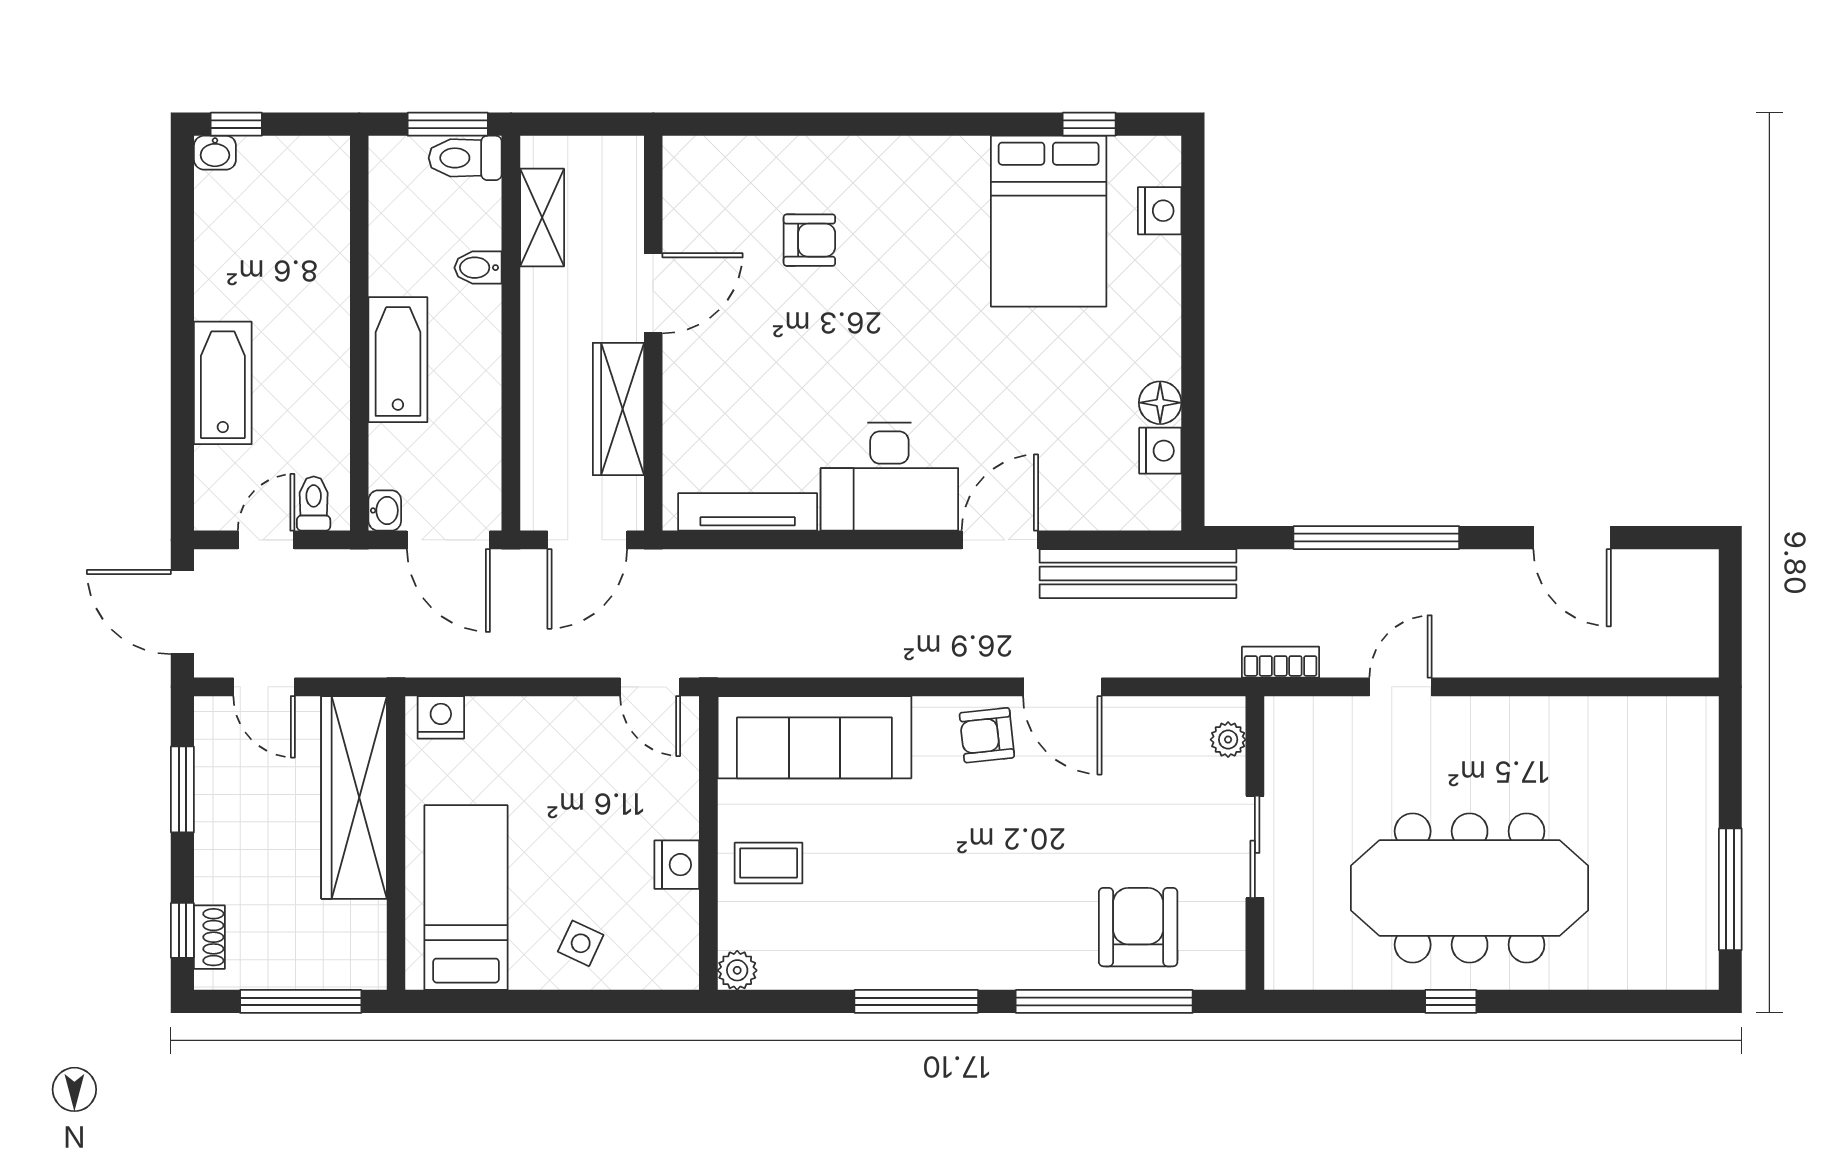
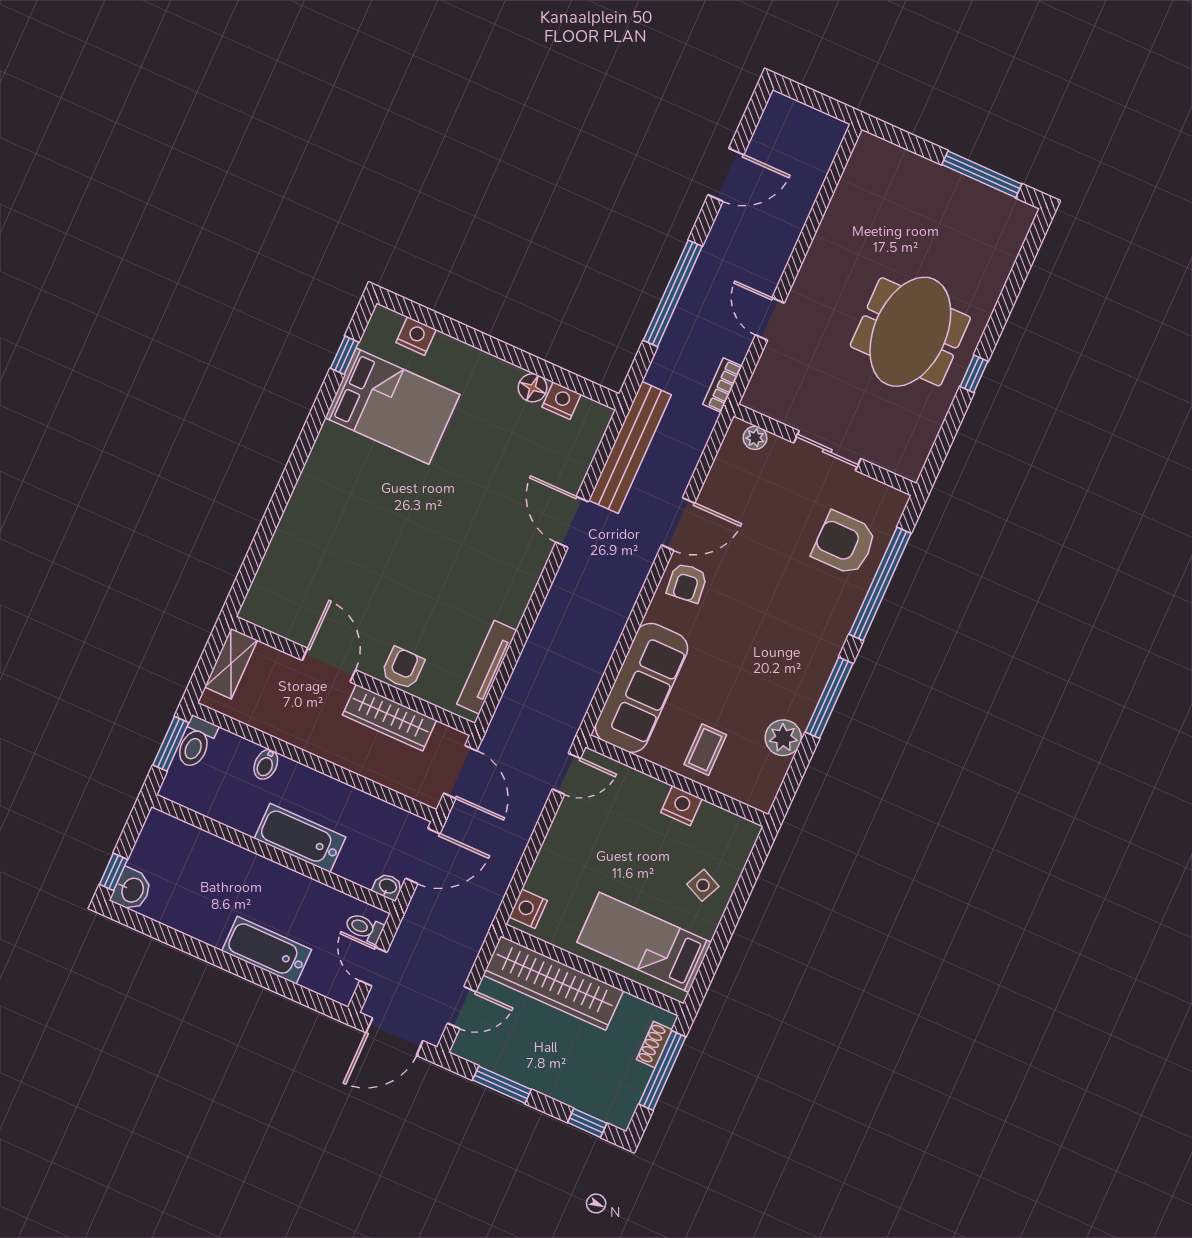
washbasin: (215, 153) -> (132, 890), width x1.38, depth x1.45
shelving: (542, 218) -> (231, 664), moved, turned 90
armchair: (809, 240) -> (403, 668), moved
desk: (889, 477) -> (504, 572), removed
meeting table: (1470, 888) -> (910, 332), width x0.73
shoe rack: (209, 937) -> (654, 1045), moved, turned -90
plant: (737, 970) -> (783, 738), moved, width x1.38, depth x1.38

